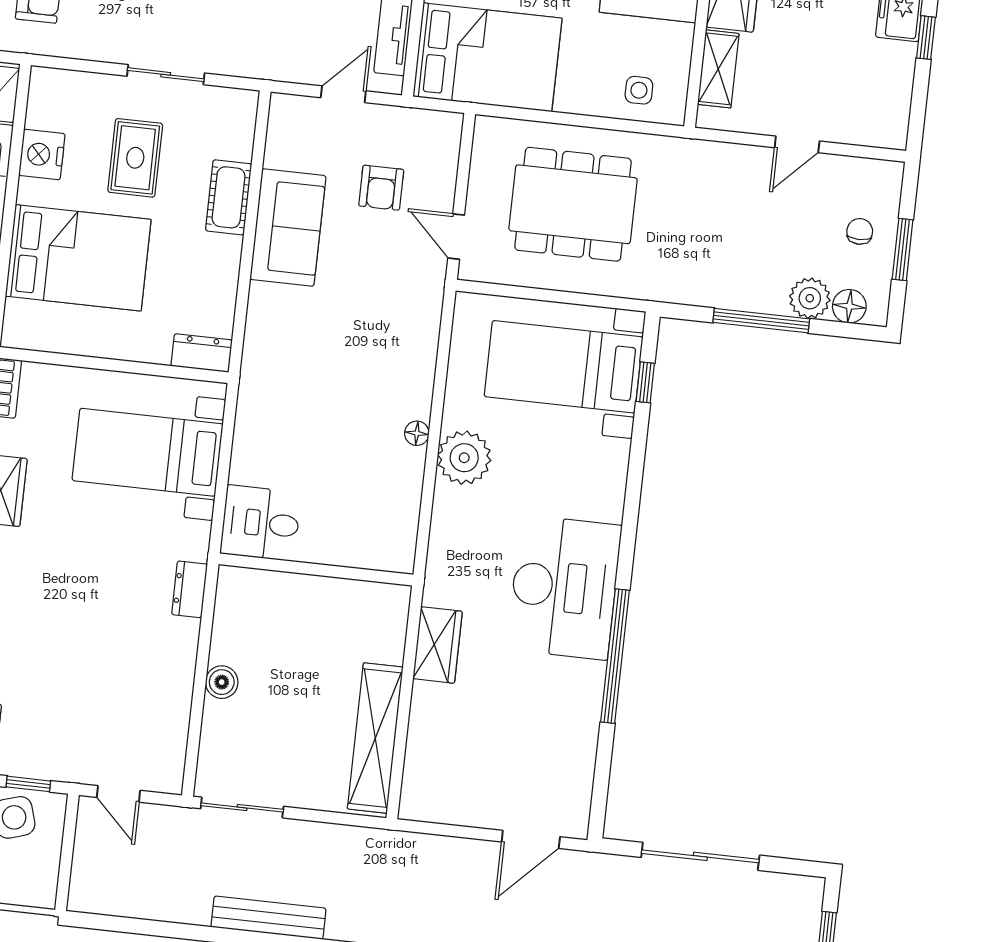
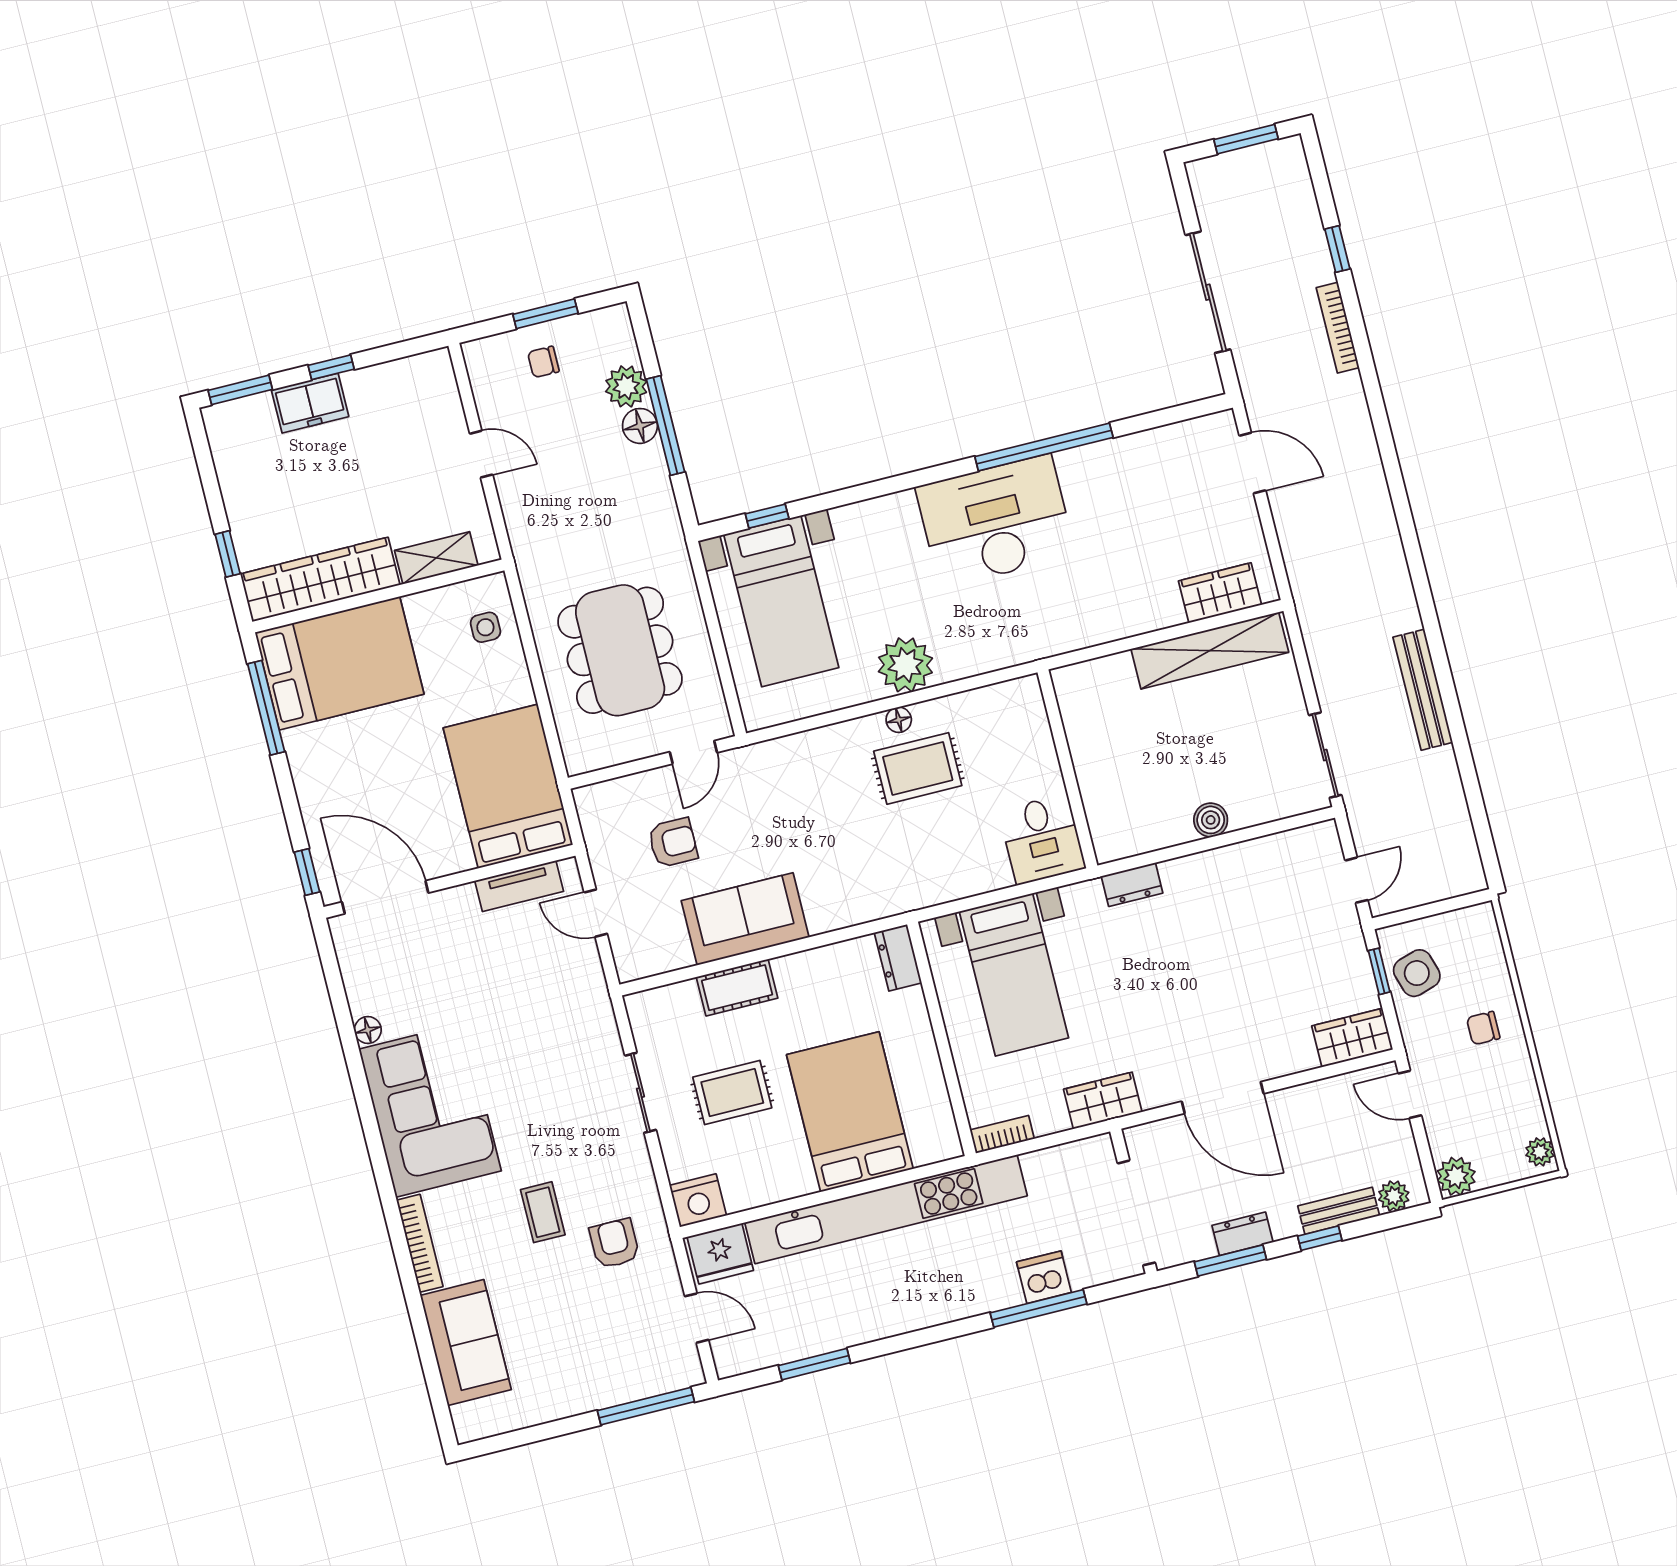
nightstand: (42, 155) -> (698, 1200), moved
floor lamp: (849, 306) -> (640, 426), moved
rug: (366, 434) -> (918, 768), added
wardrobe: (438, 645) -> (1220, 593), moved

